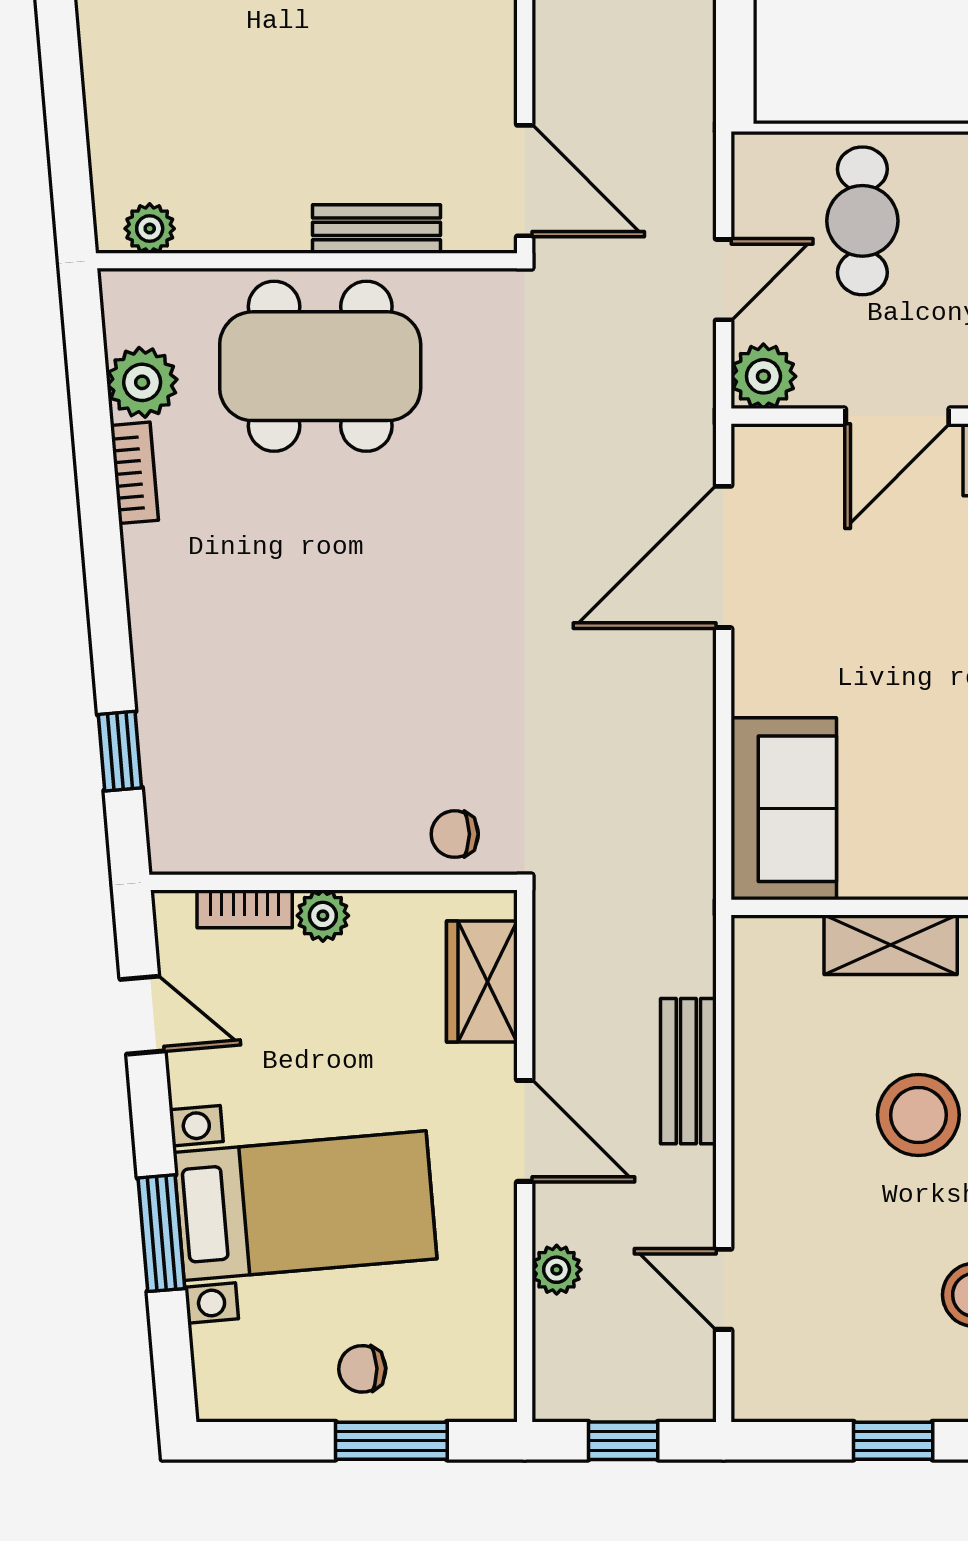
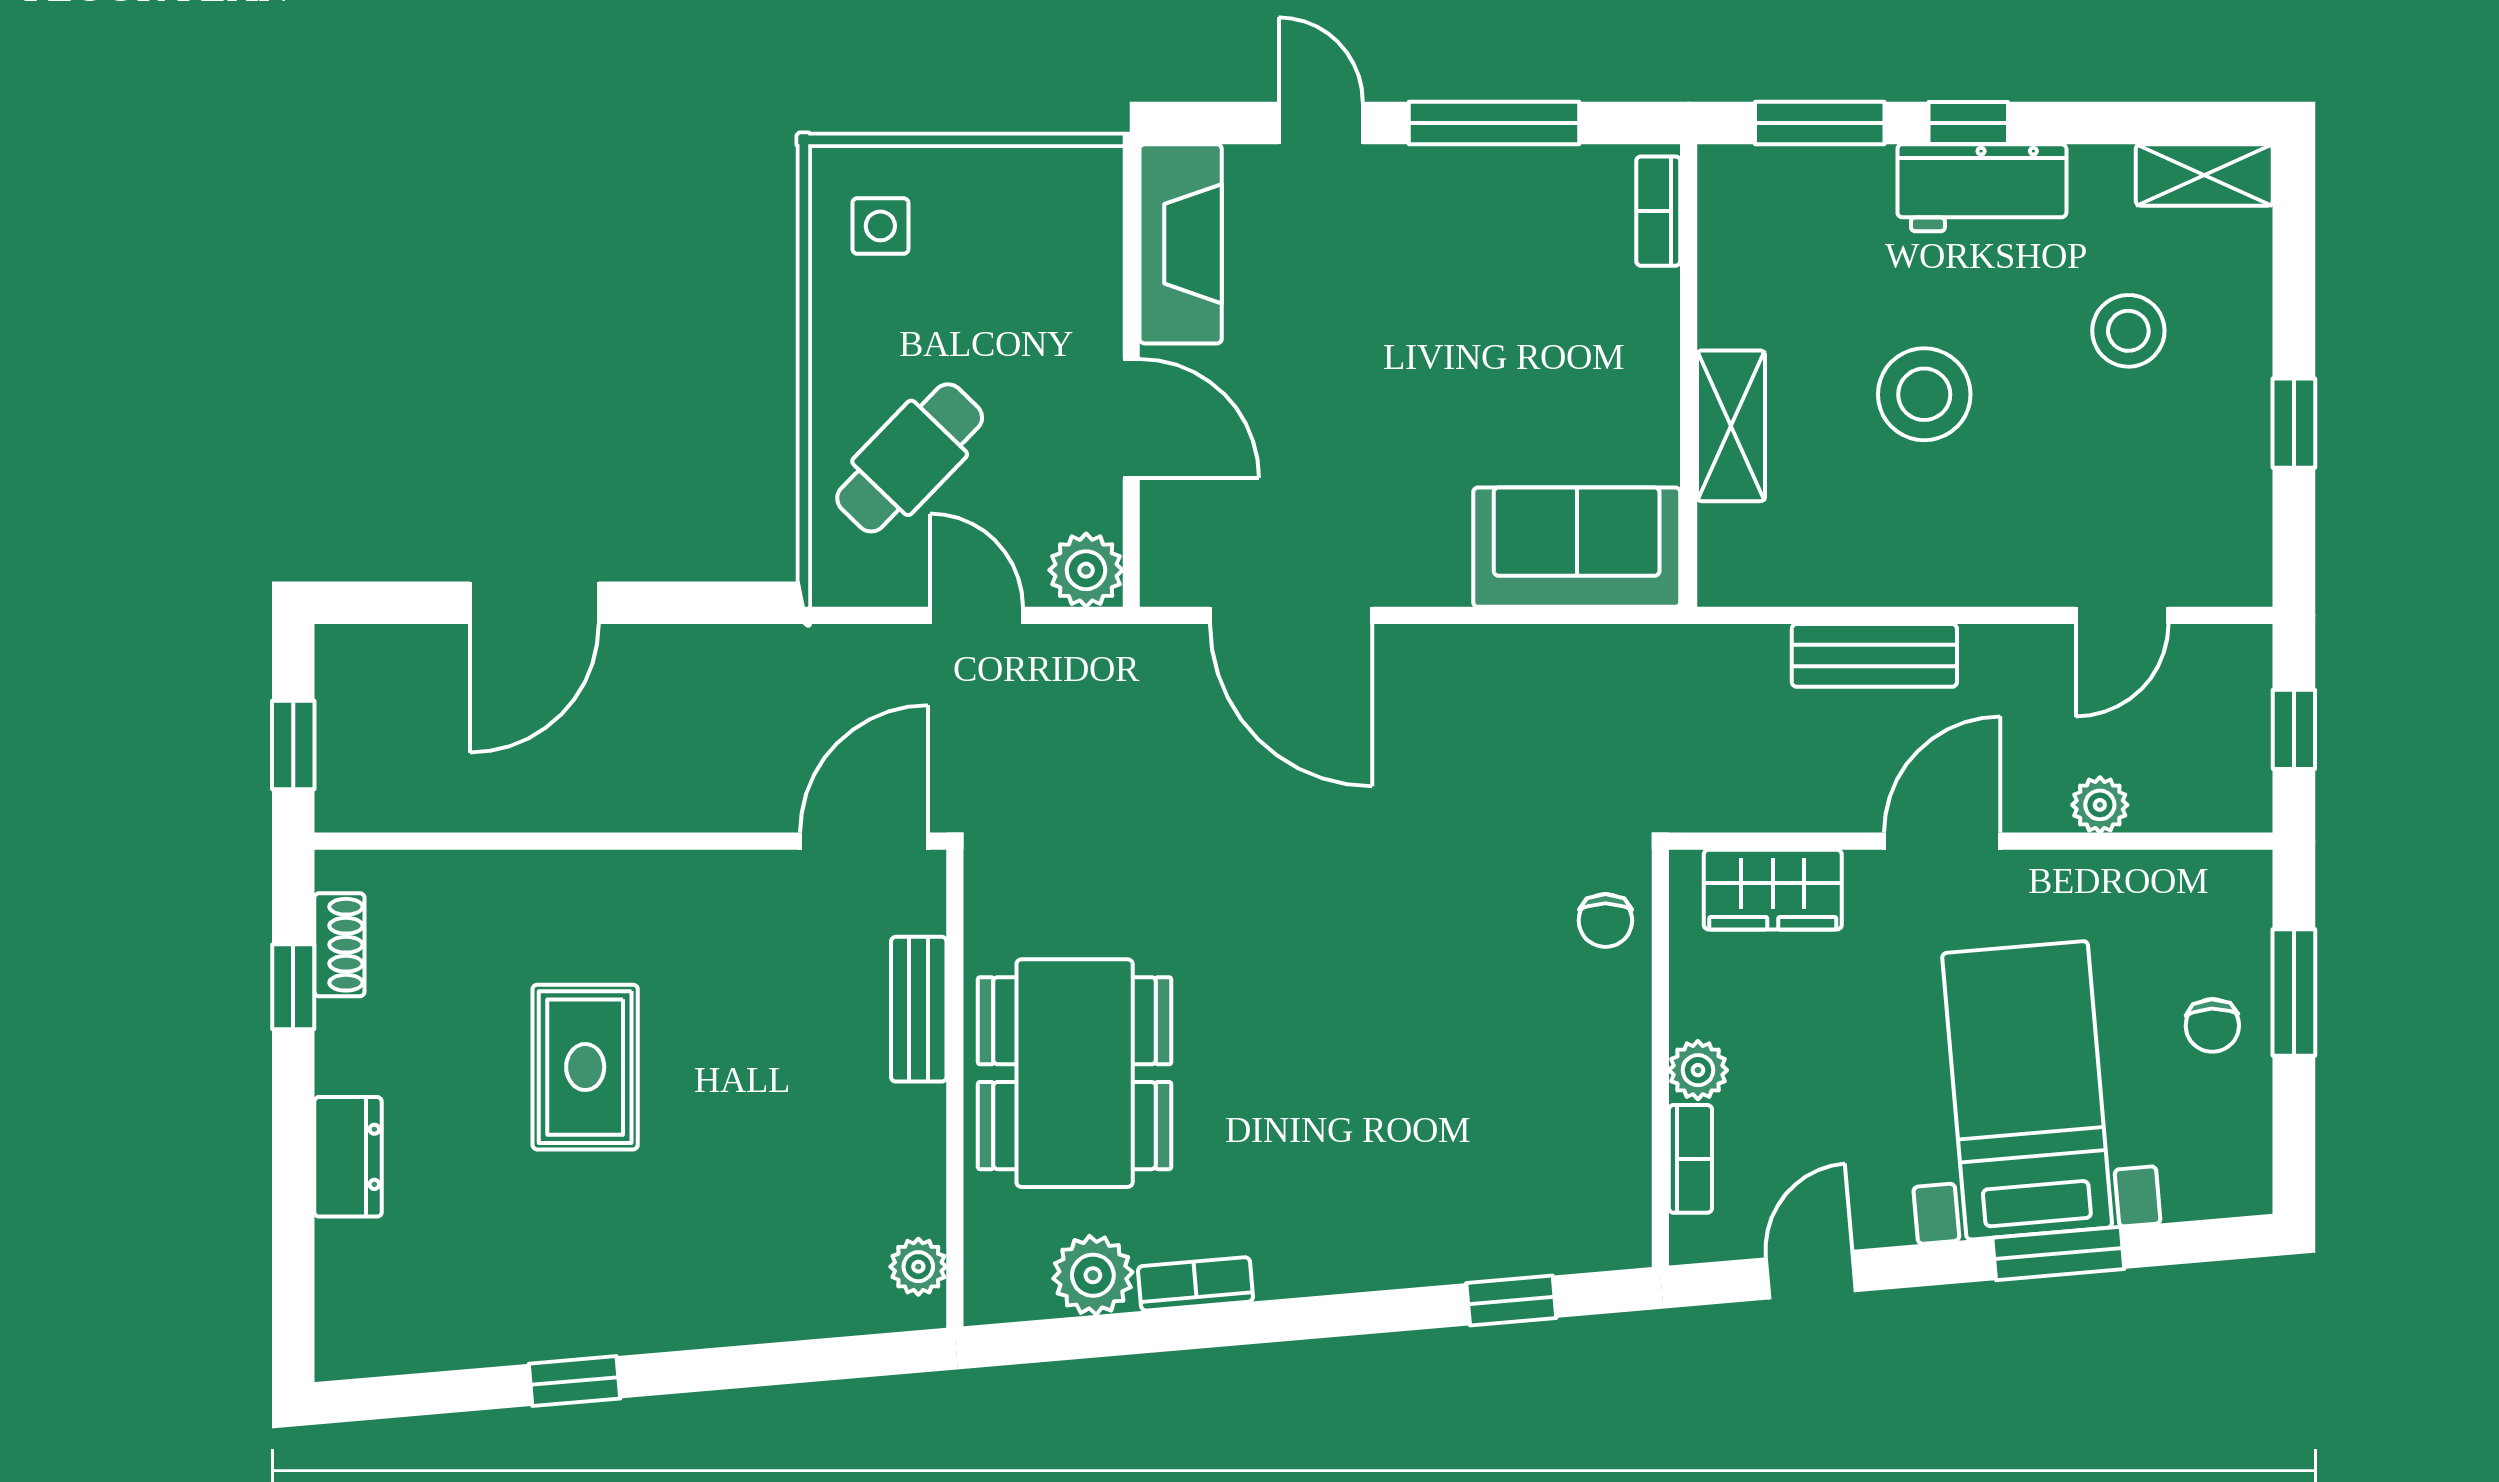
cafe table: (862, 221) -> (910, 458), turned -46

